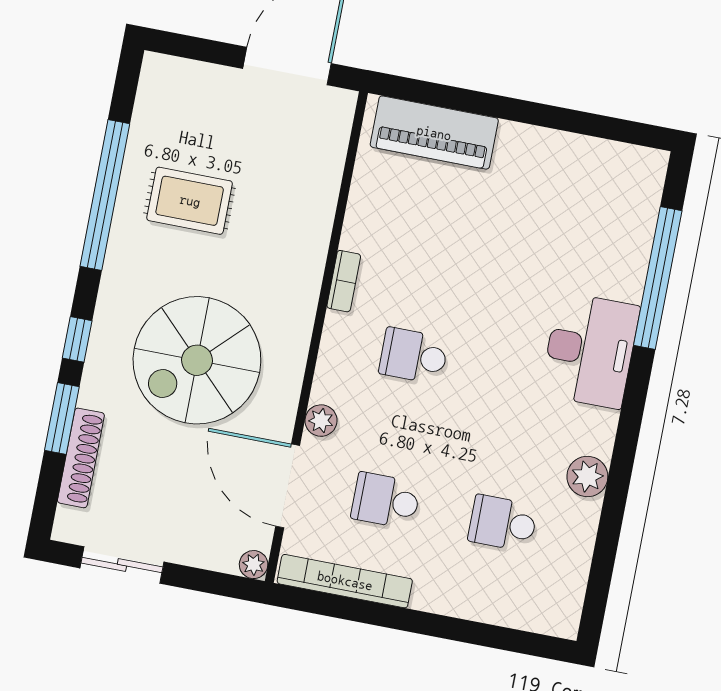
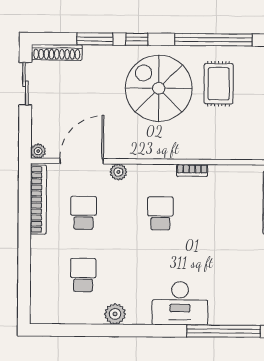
spiral stairs: (197, 360) -> (159, 88), moved
shoe rack: (81, 458) -> (57, 52), moved

